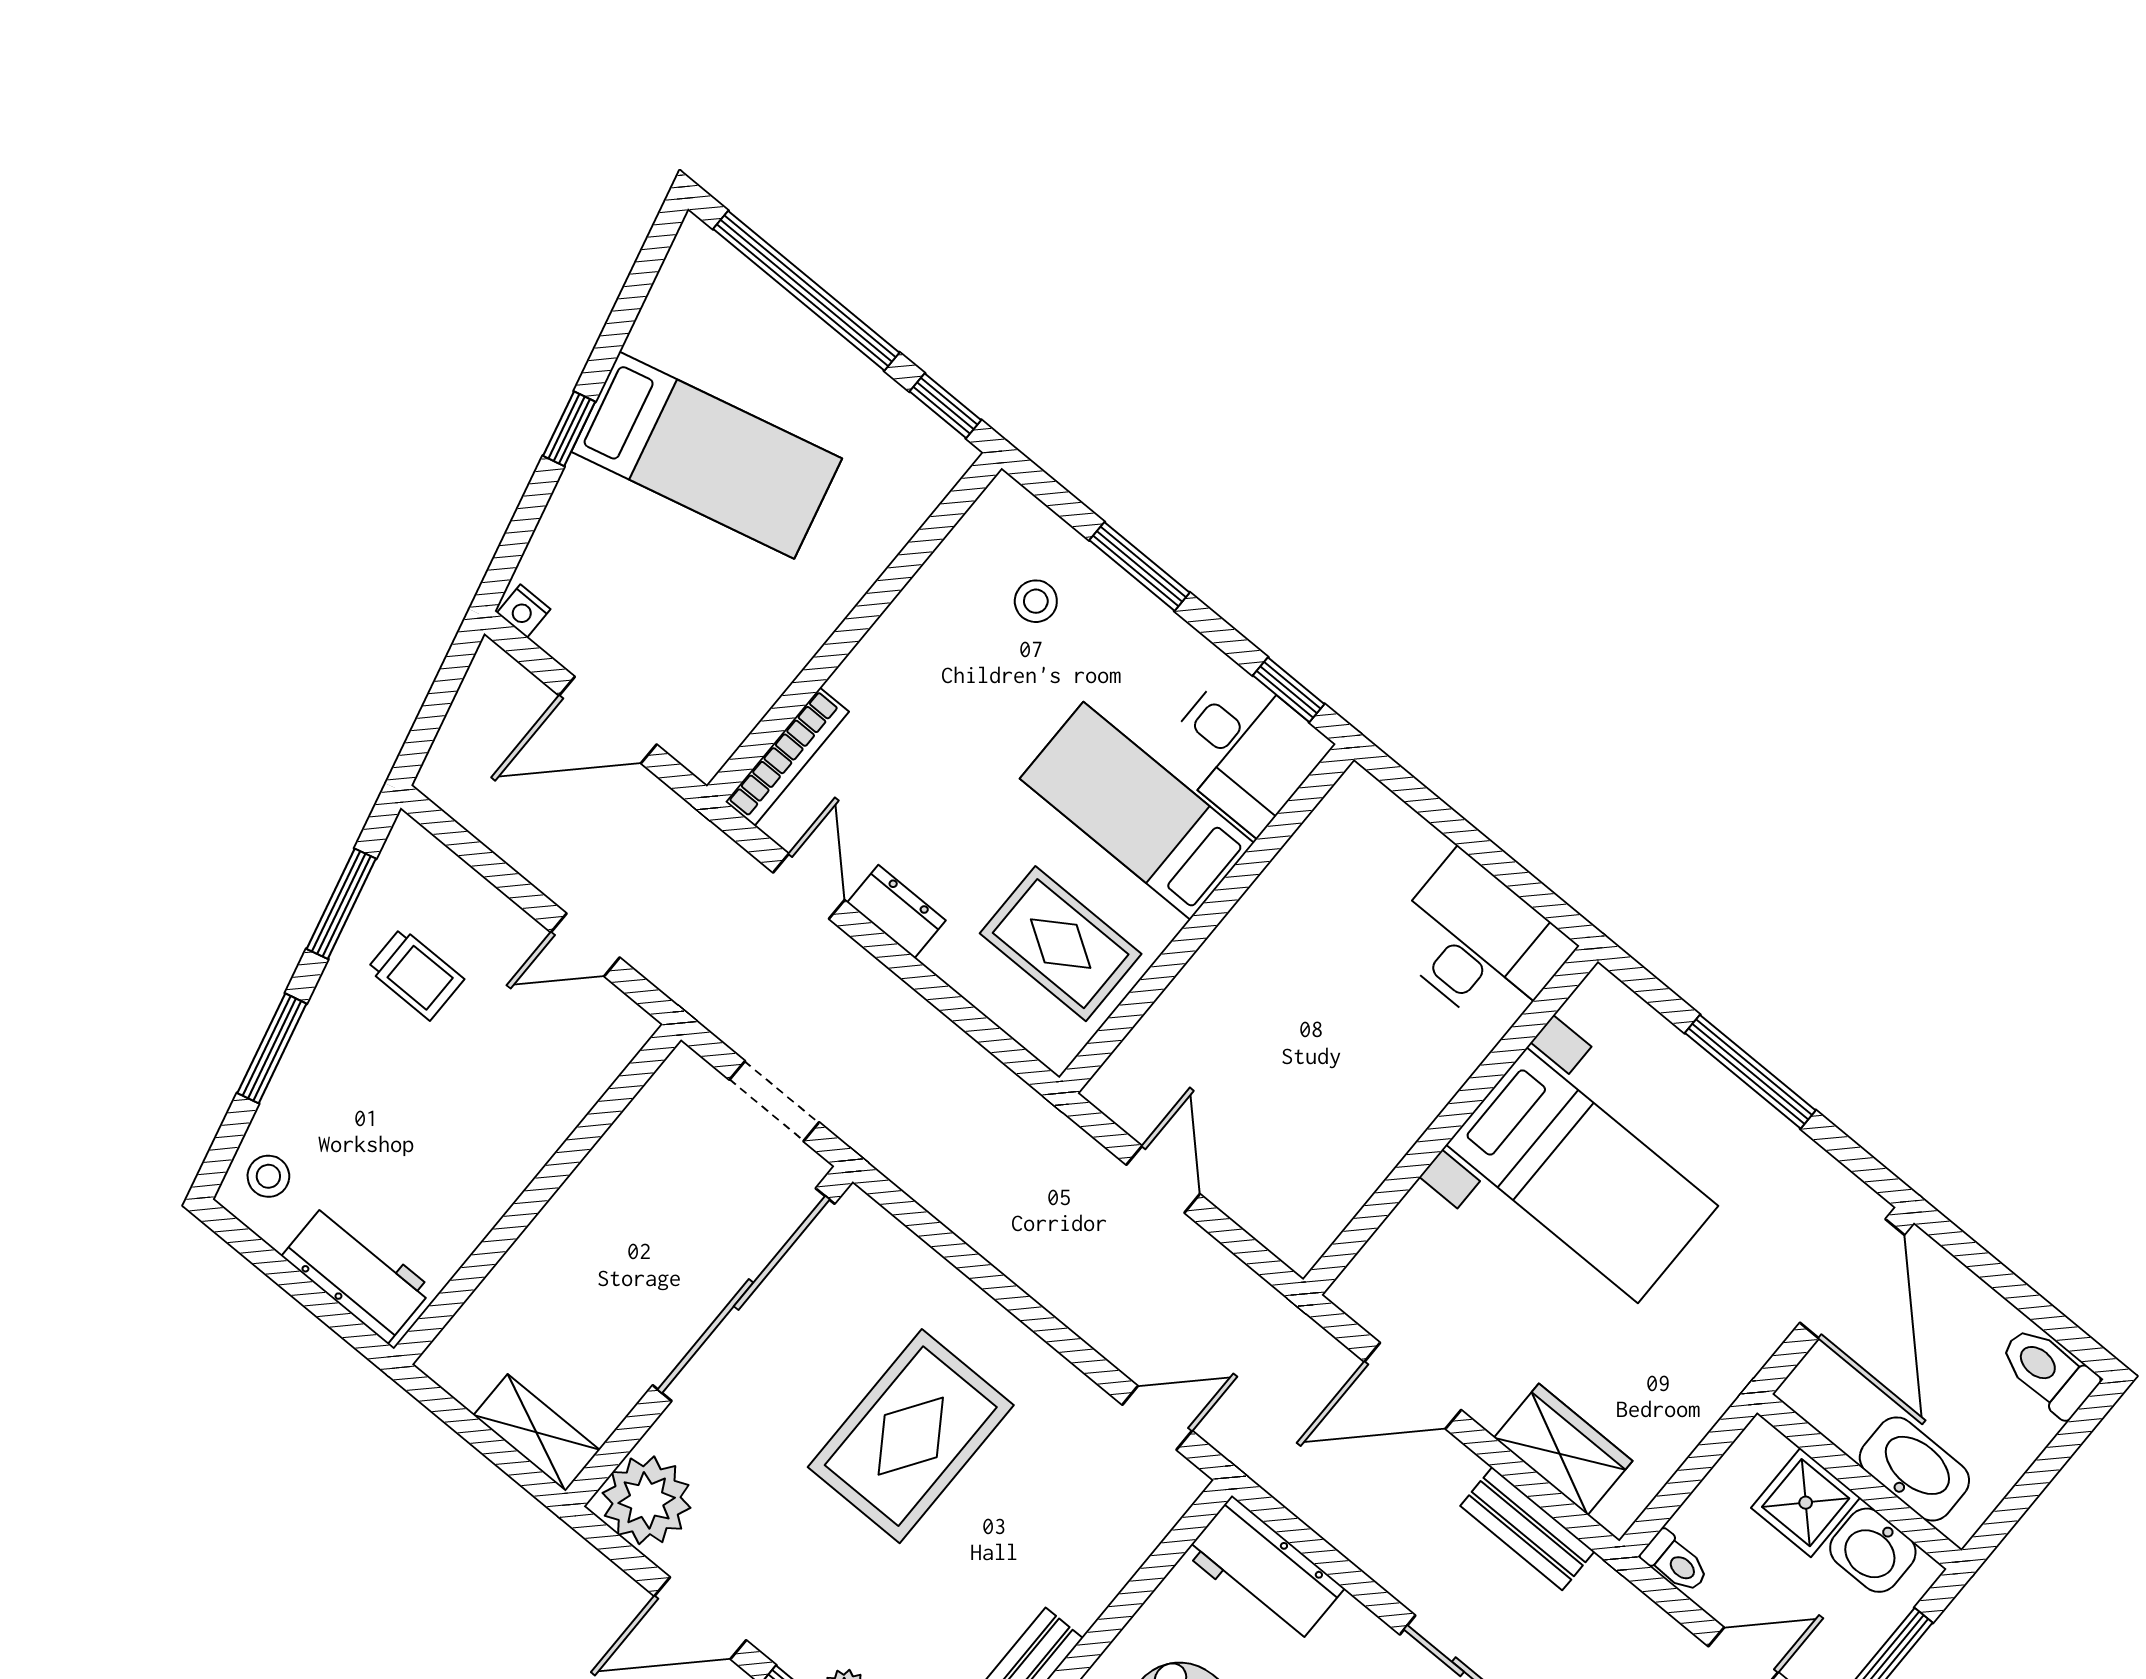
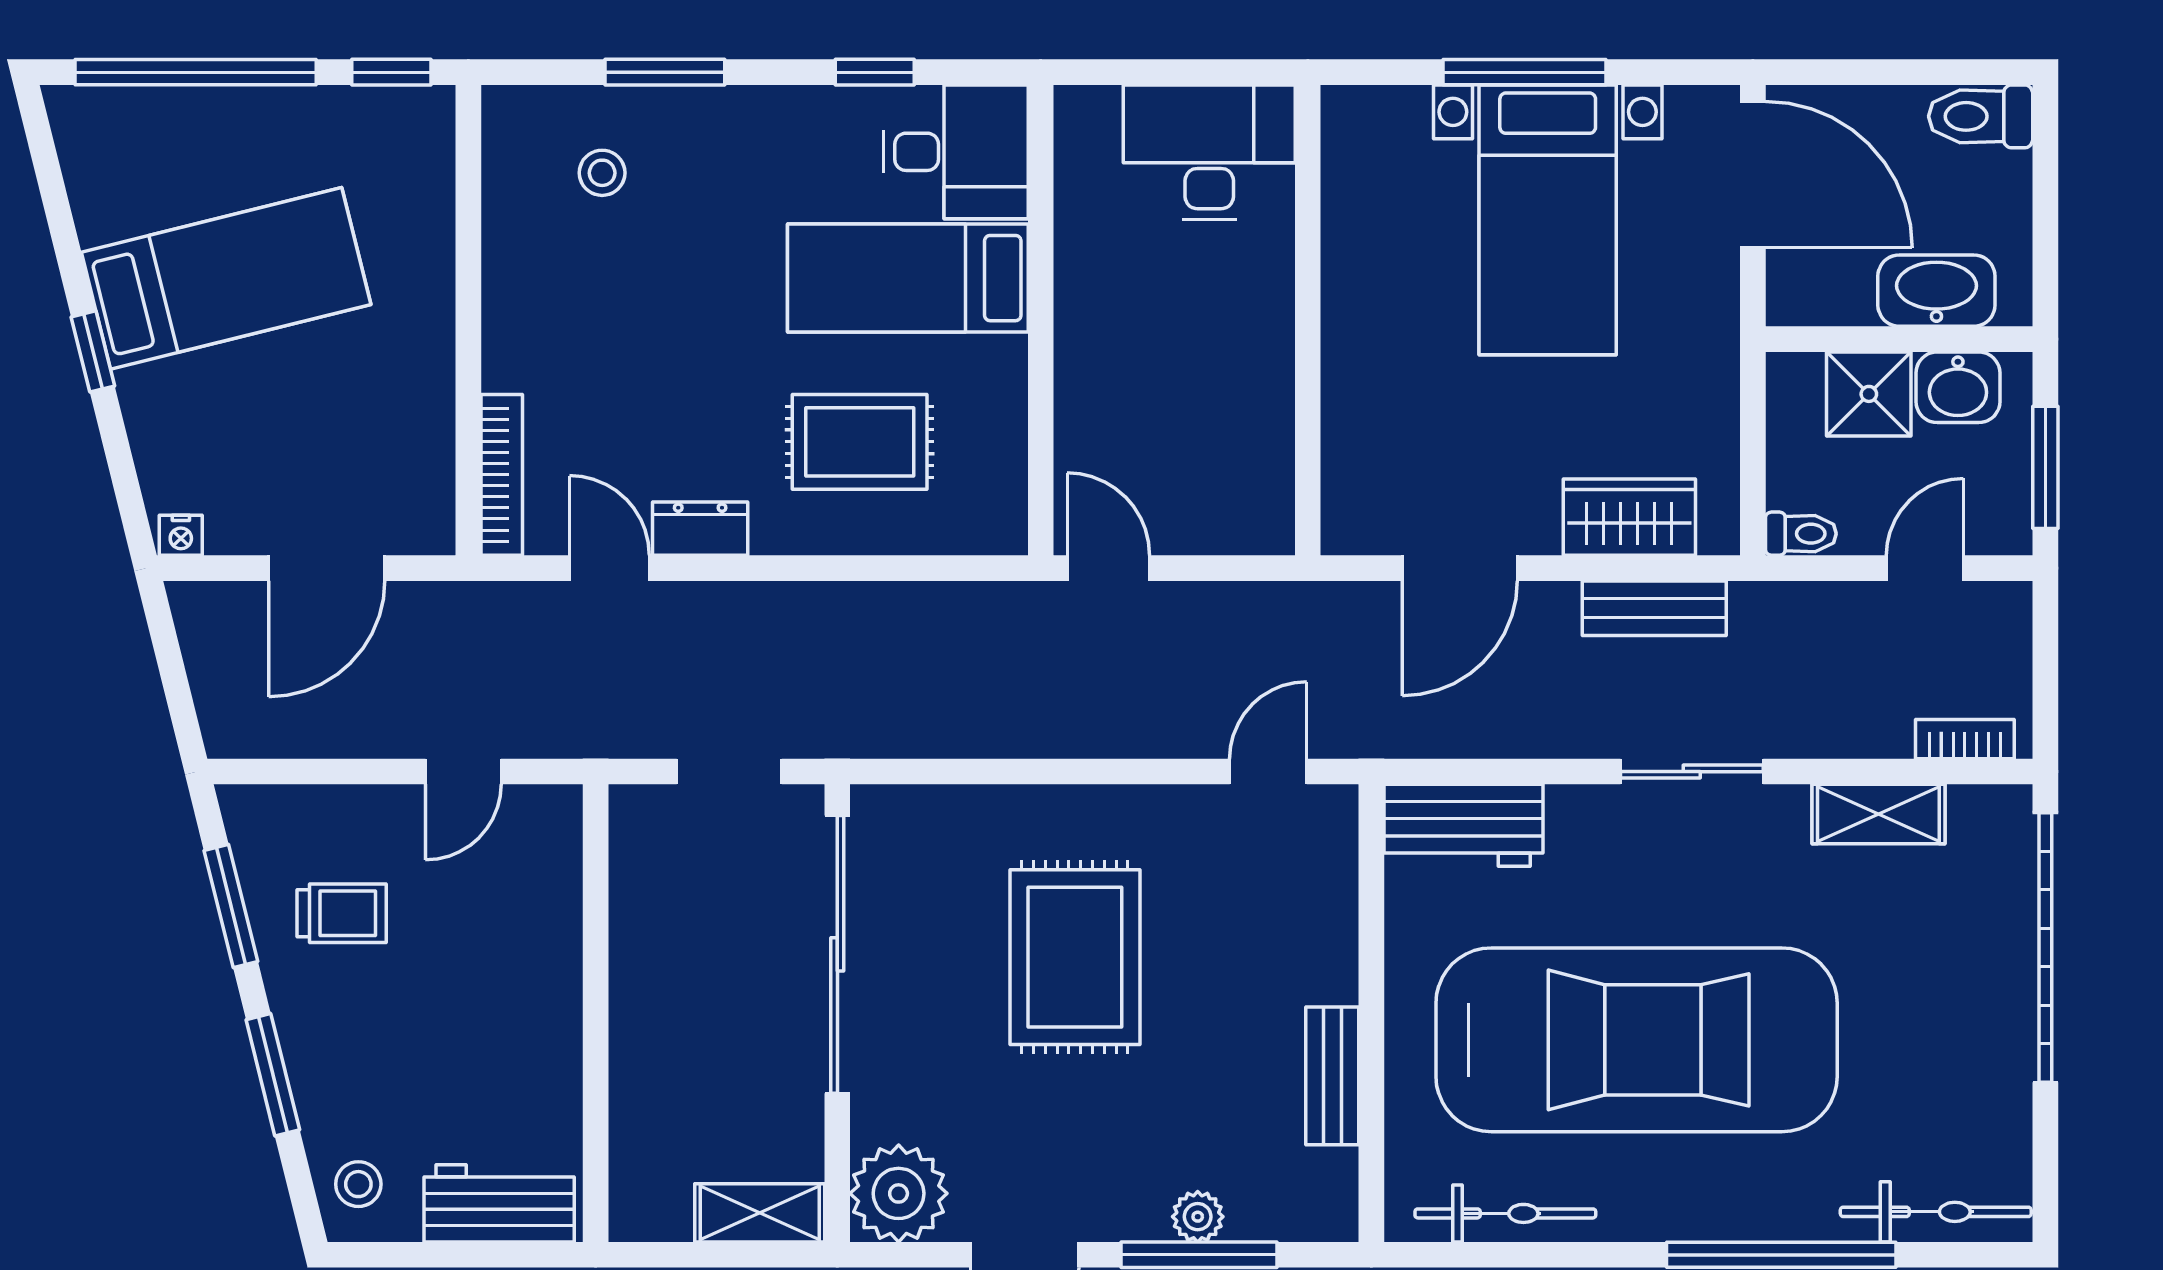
desk: (1245, 749) -> (956, 152), moved
bed: (1137, 811) -> (908, 278), moved
wall: (1207, 919) -> (1041, 320), moved
bed with nightstands: (1582, 1175) -> (1548, 220), moved, turned 90

